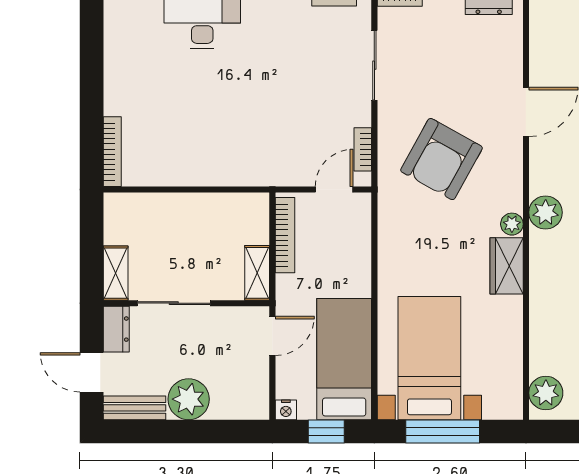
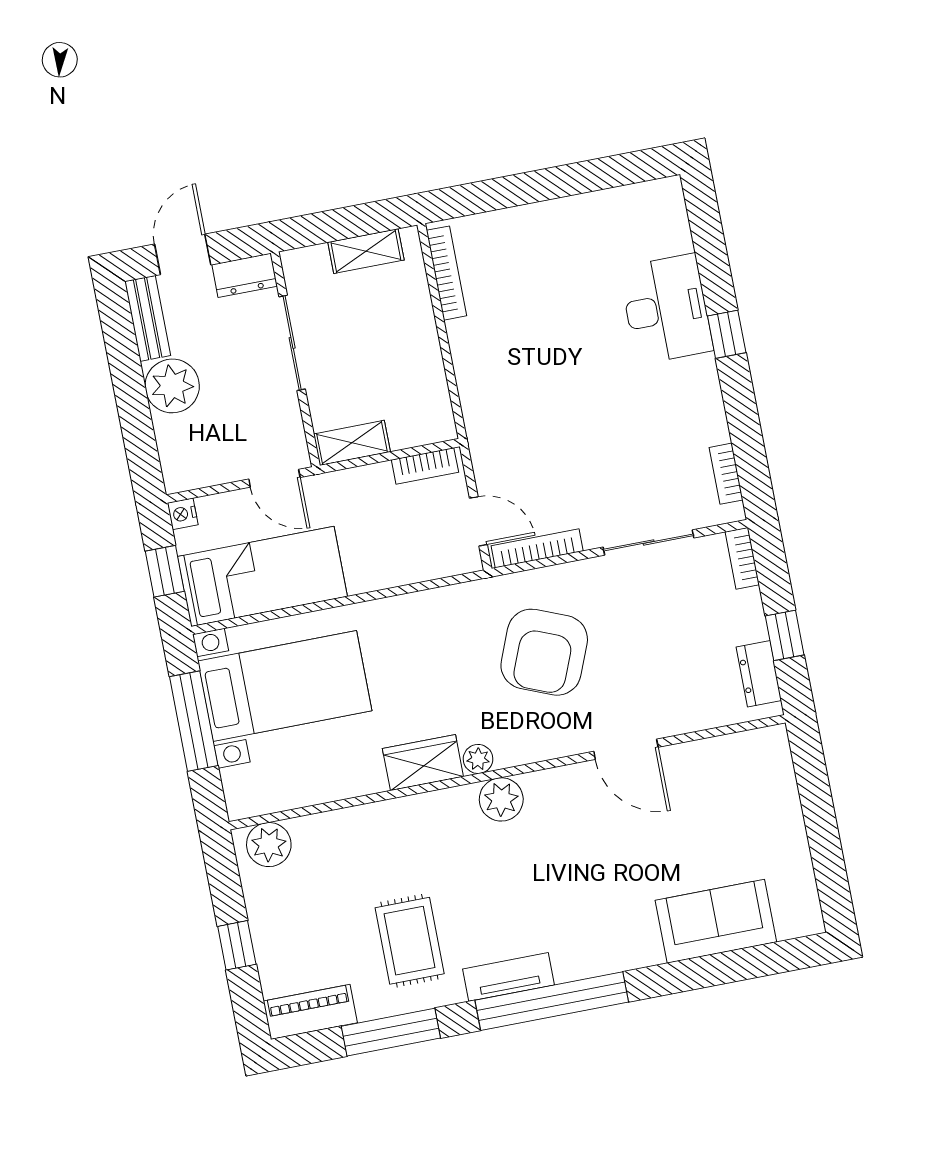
bookcase: (363, 149) -> (537, 548), width x1.56
bookcase: (112, 152) -> (446, 273), moved, turned -90
armchair: (441, 159) -> (544, 652), turned -97
bookcase: (285, 235) -> (425, 466), width x0.64
shelving: (116, 273) -> (366, 251), moved

